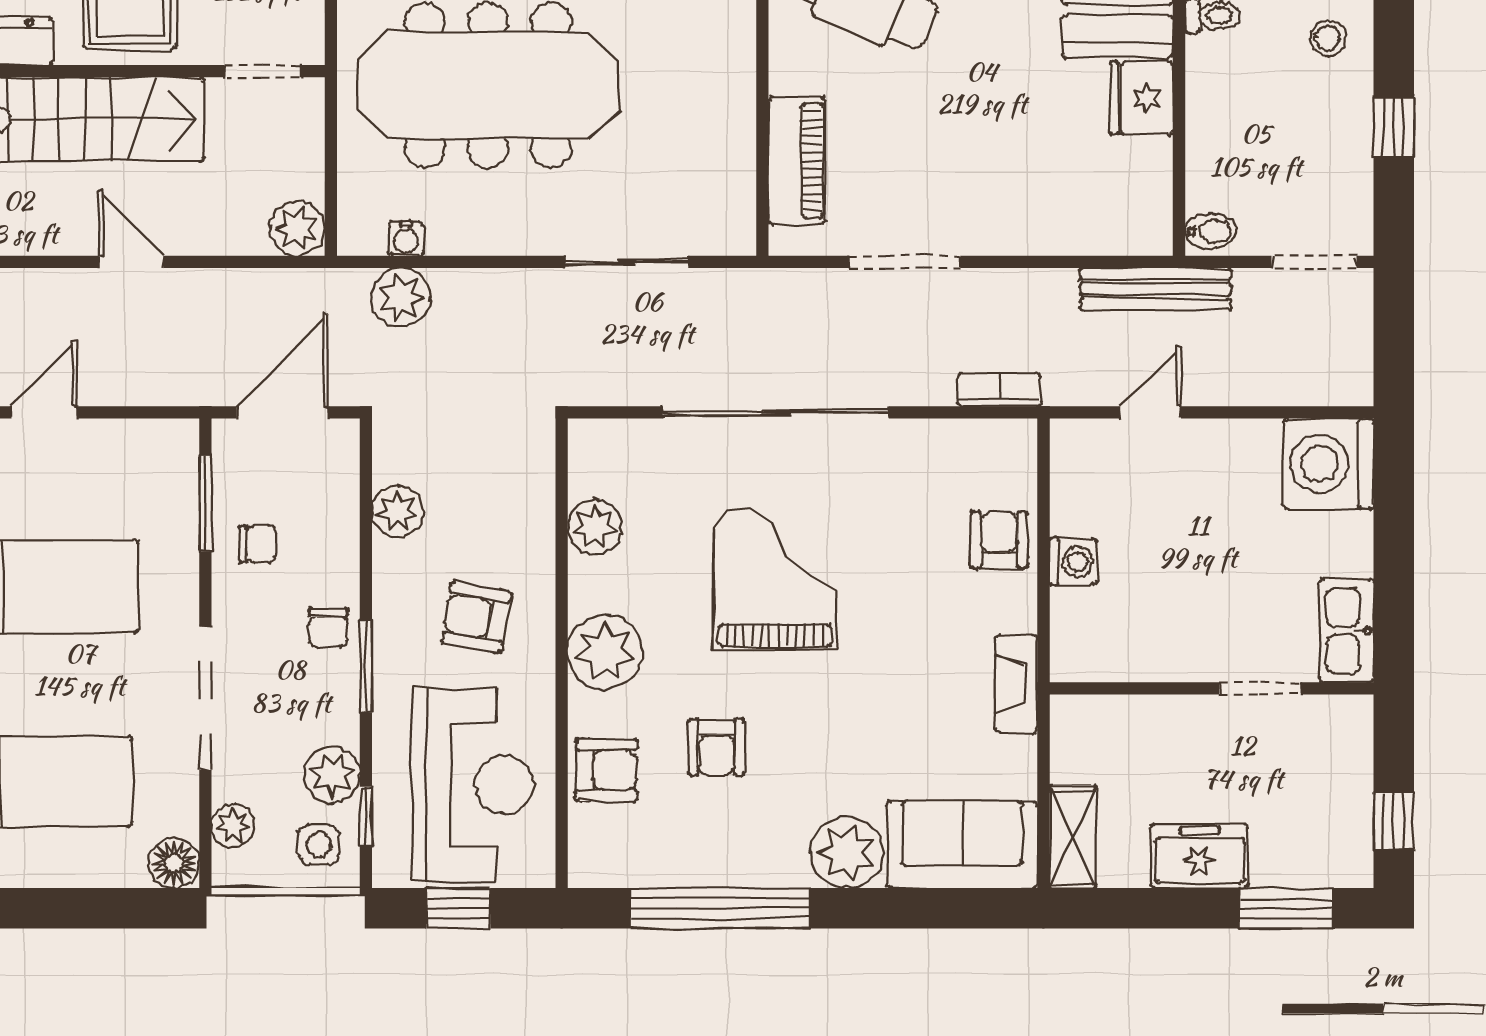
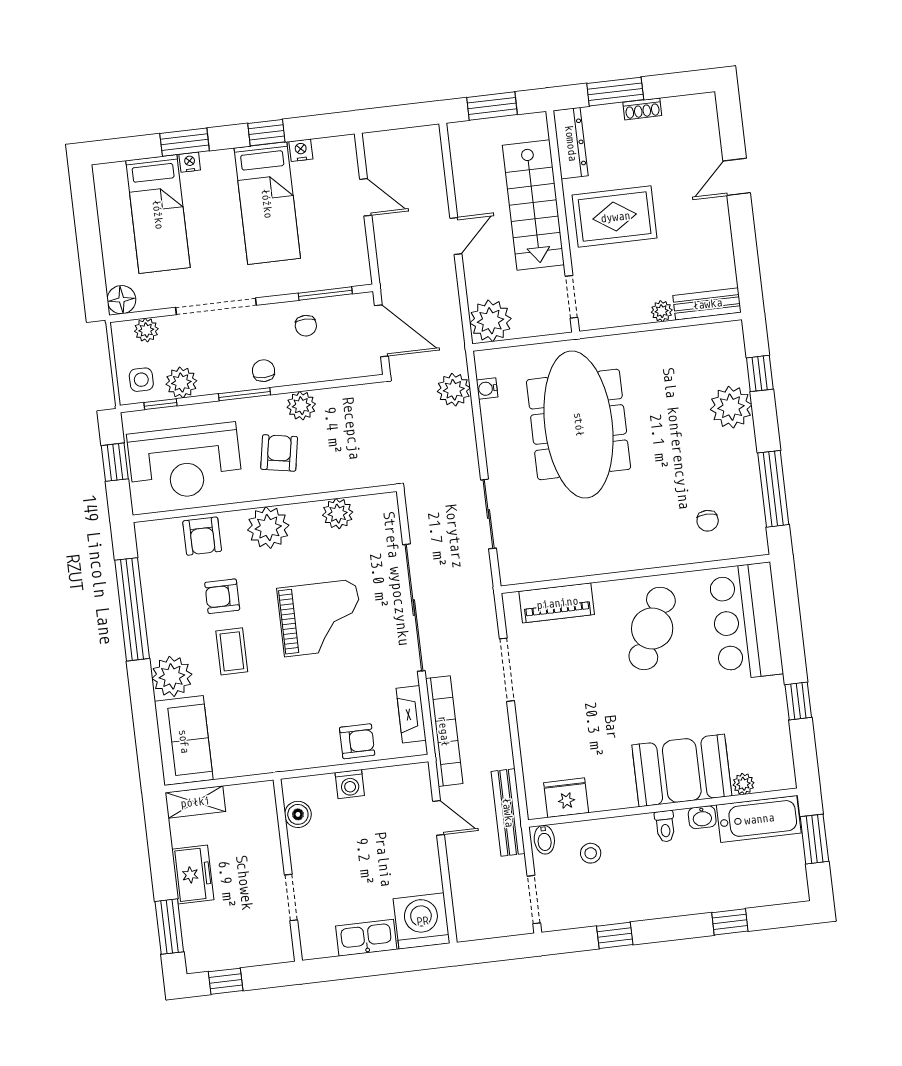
stool: (1328, 38) -> (591, 853), moved
fridge: (1142, 98) -> (566, 798), moved
plant: (297, 228) -> (490, 321), width x1.36, depth x1.36
bookcase: (999, 390) -> (444, 731), width x2.31, depth x1.31
plant: (398, 511) -> (301, 406), moved
chair: (328, 628) -> (263, 371), turned 90
kitchen sink: (1347, 631) -> (366, 938), moved
boiler: (1116, 659) -> (298, 814), added
fireplace: (1017, 684) -> (411, 714), moved, turned -90
coffee table: (815, 742) -> (232, 651), added

